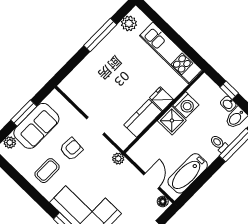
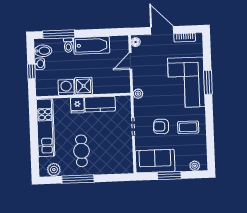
cafe table: (120, 62) -> (81, 151), added
sofa: (36, 126) -> (155, 161), moved
bathtub: (188, 173) -> (92, 45), moved

